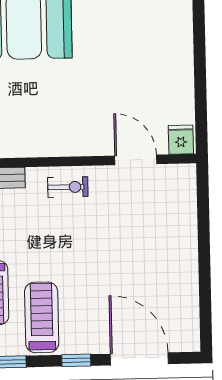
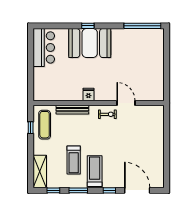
fridge: (181, 140) -> (88, 95), moved
door: (136, 160) -> (126, 103), moved

